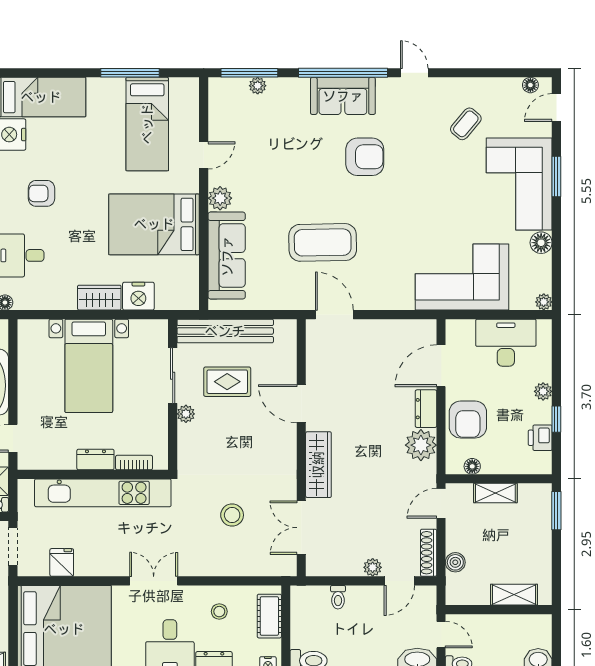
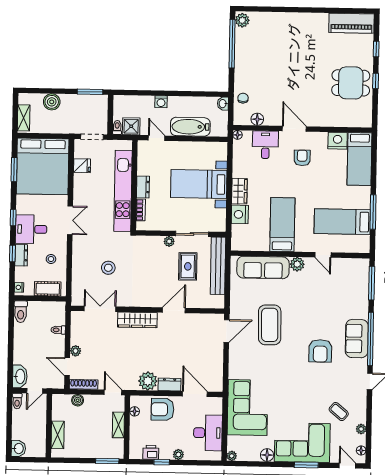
plant: (258, 86) -> (361, 429), moved
bed: (154, 224) -> (282, 225), width x0.67

